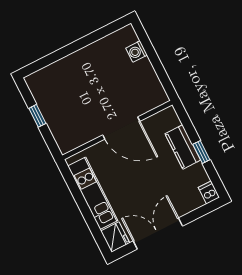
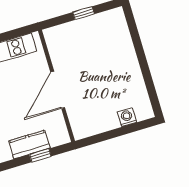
window: (201, 152) -> (40, 155), moved

